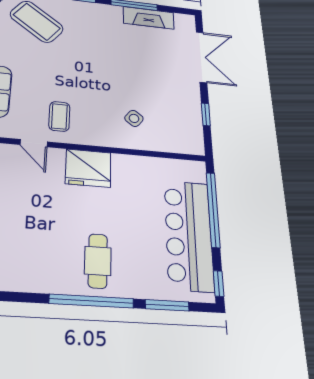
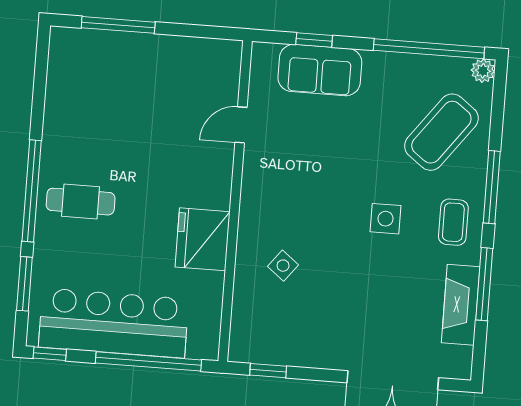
side table: (97, 56) -> (386, 219), added
window: (206, 114) -> (268, 371), moved
coffee table: (59, 116) -> (453, 222), moved, turned 90
fridge: (88, 168) -> (202, 239), moved

